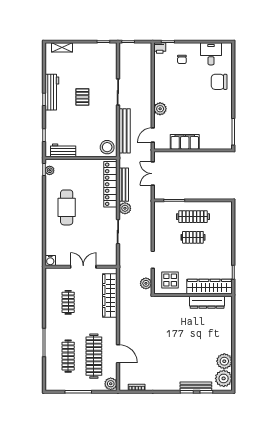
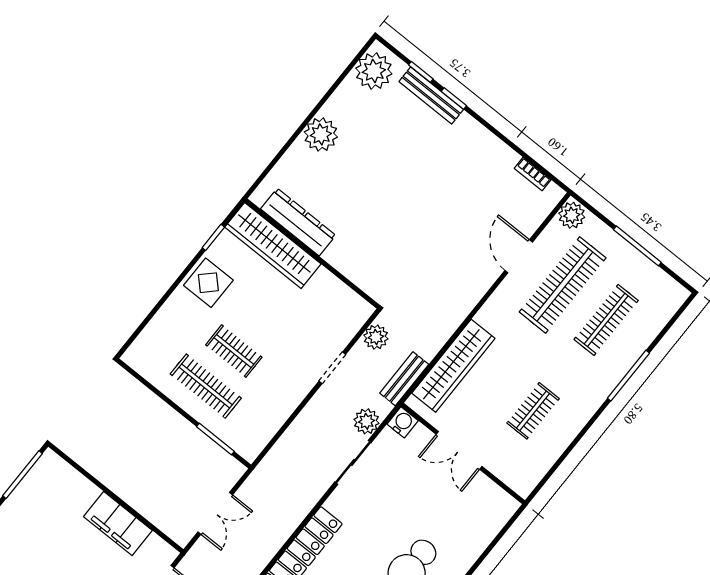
bench: (124, 185) -> (404, 379), moved, width x0.73
plant: (125, 208) -> (367, 421), moved
water cooler: (50, 260) -> (403, 422), moved
display table: (170, 280) -> (208, 283), moved
plant: (224, 361) -> (321, 134), moved

